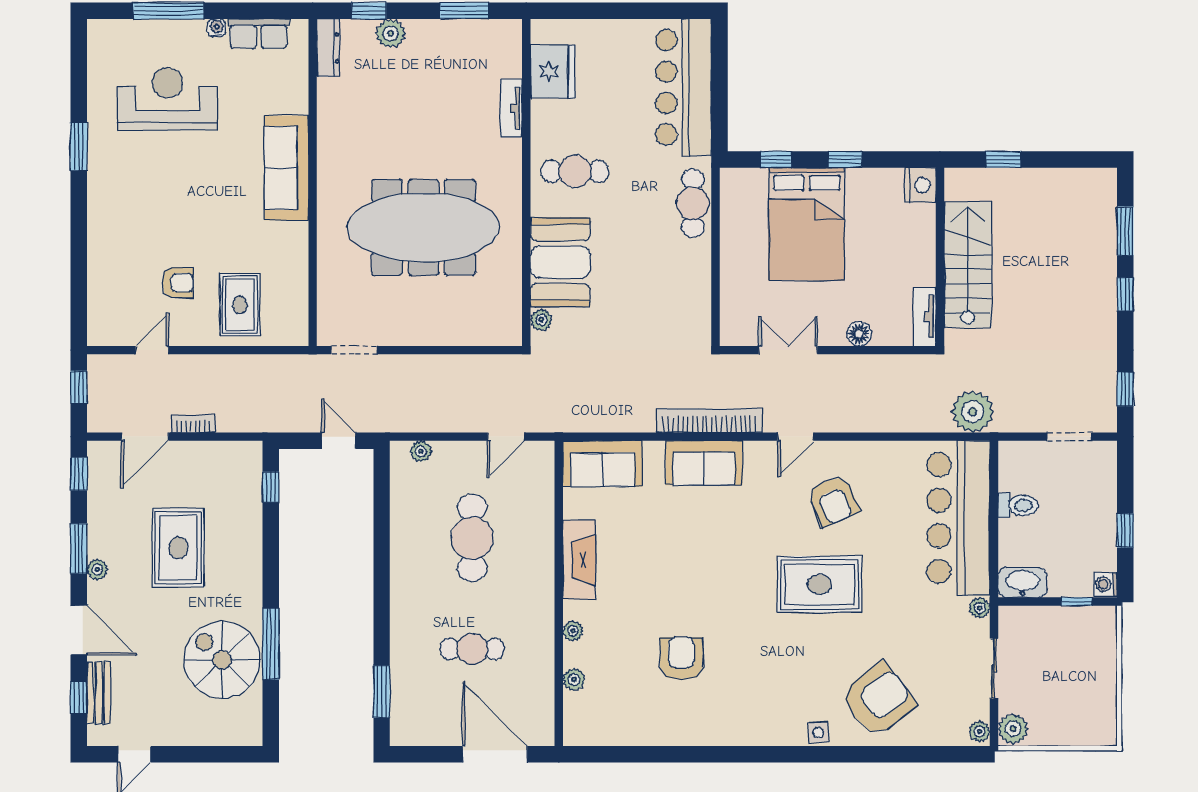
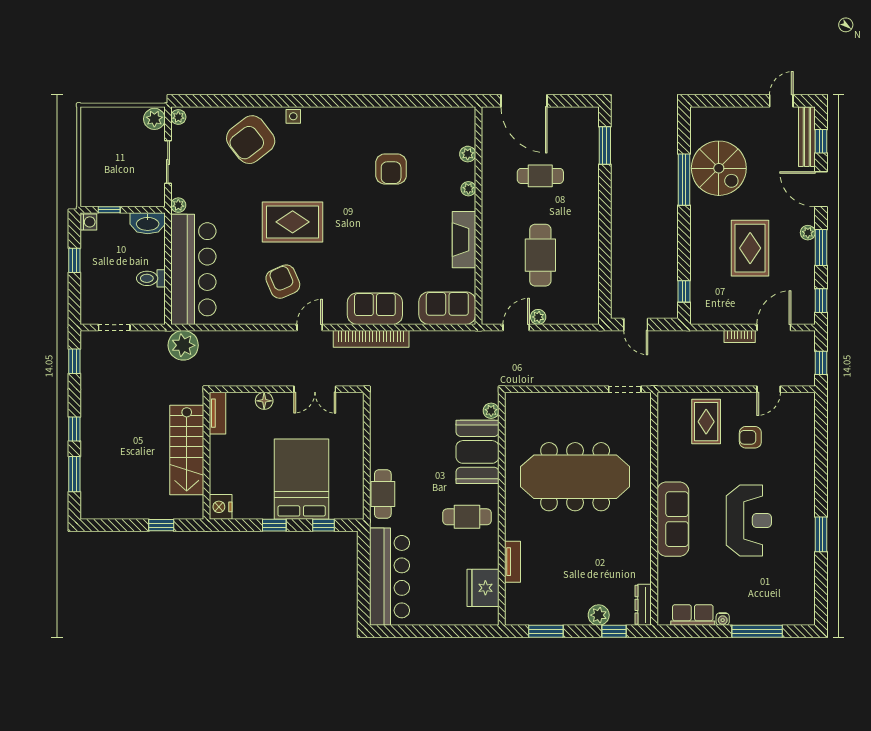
reception desk: (167, 99) -> (749, 520), moved, turned -90
plant: (421, 451) -> (538, 317), moved
bench: (99, 693) -> (807, 137), width x1.36

